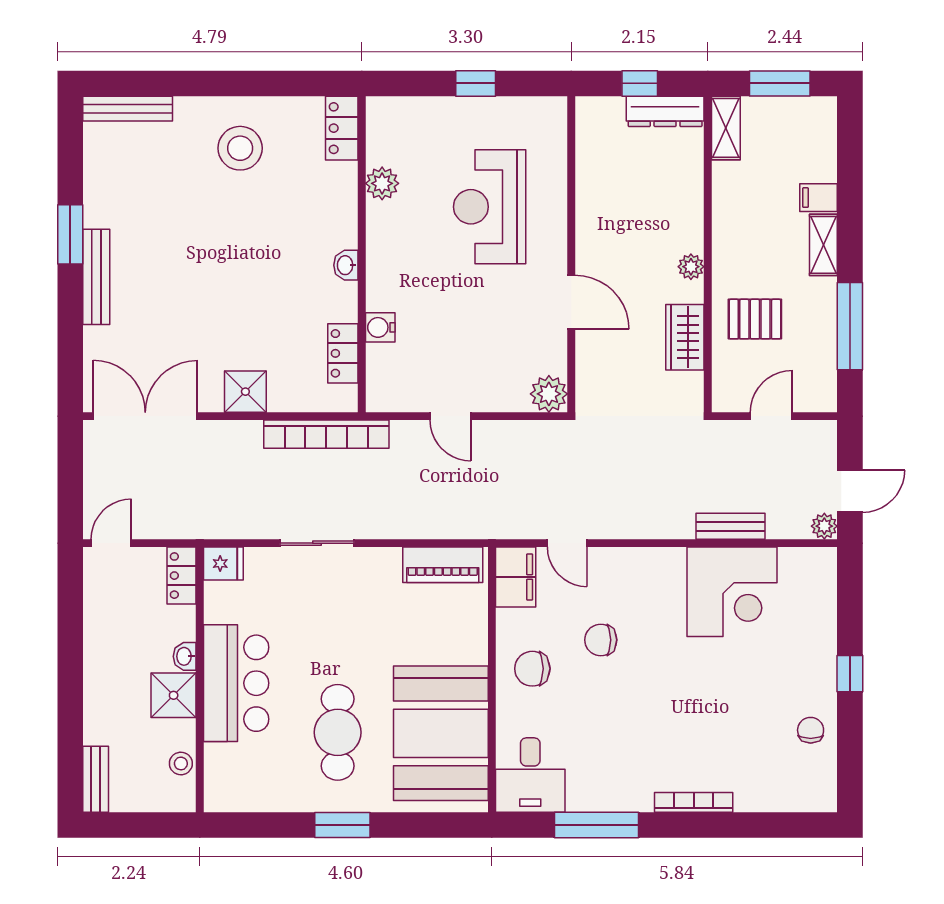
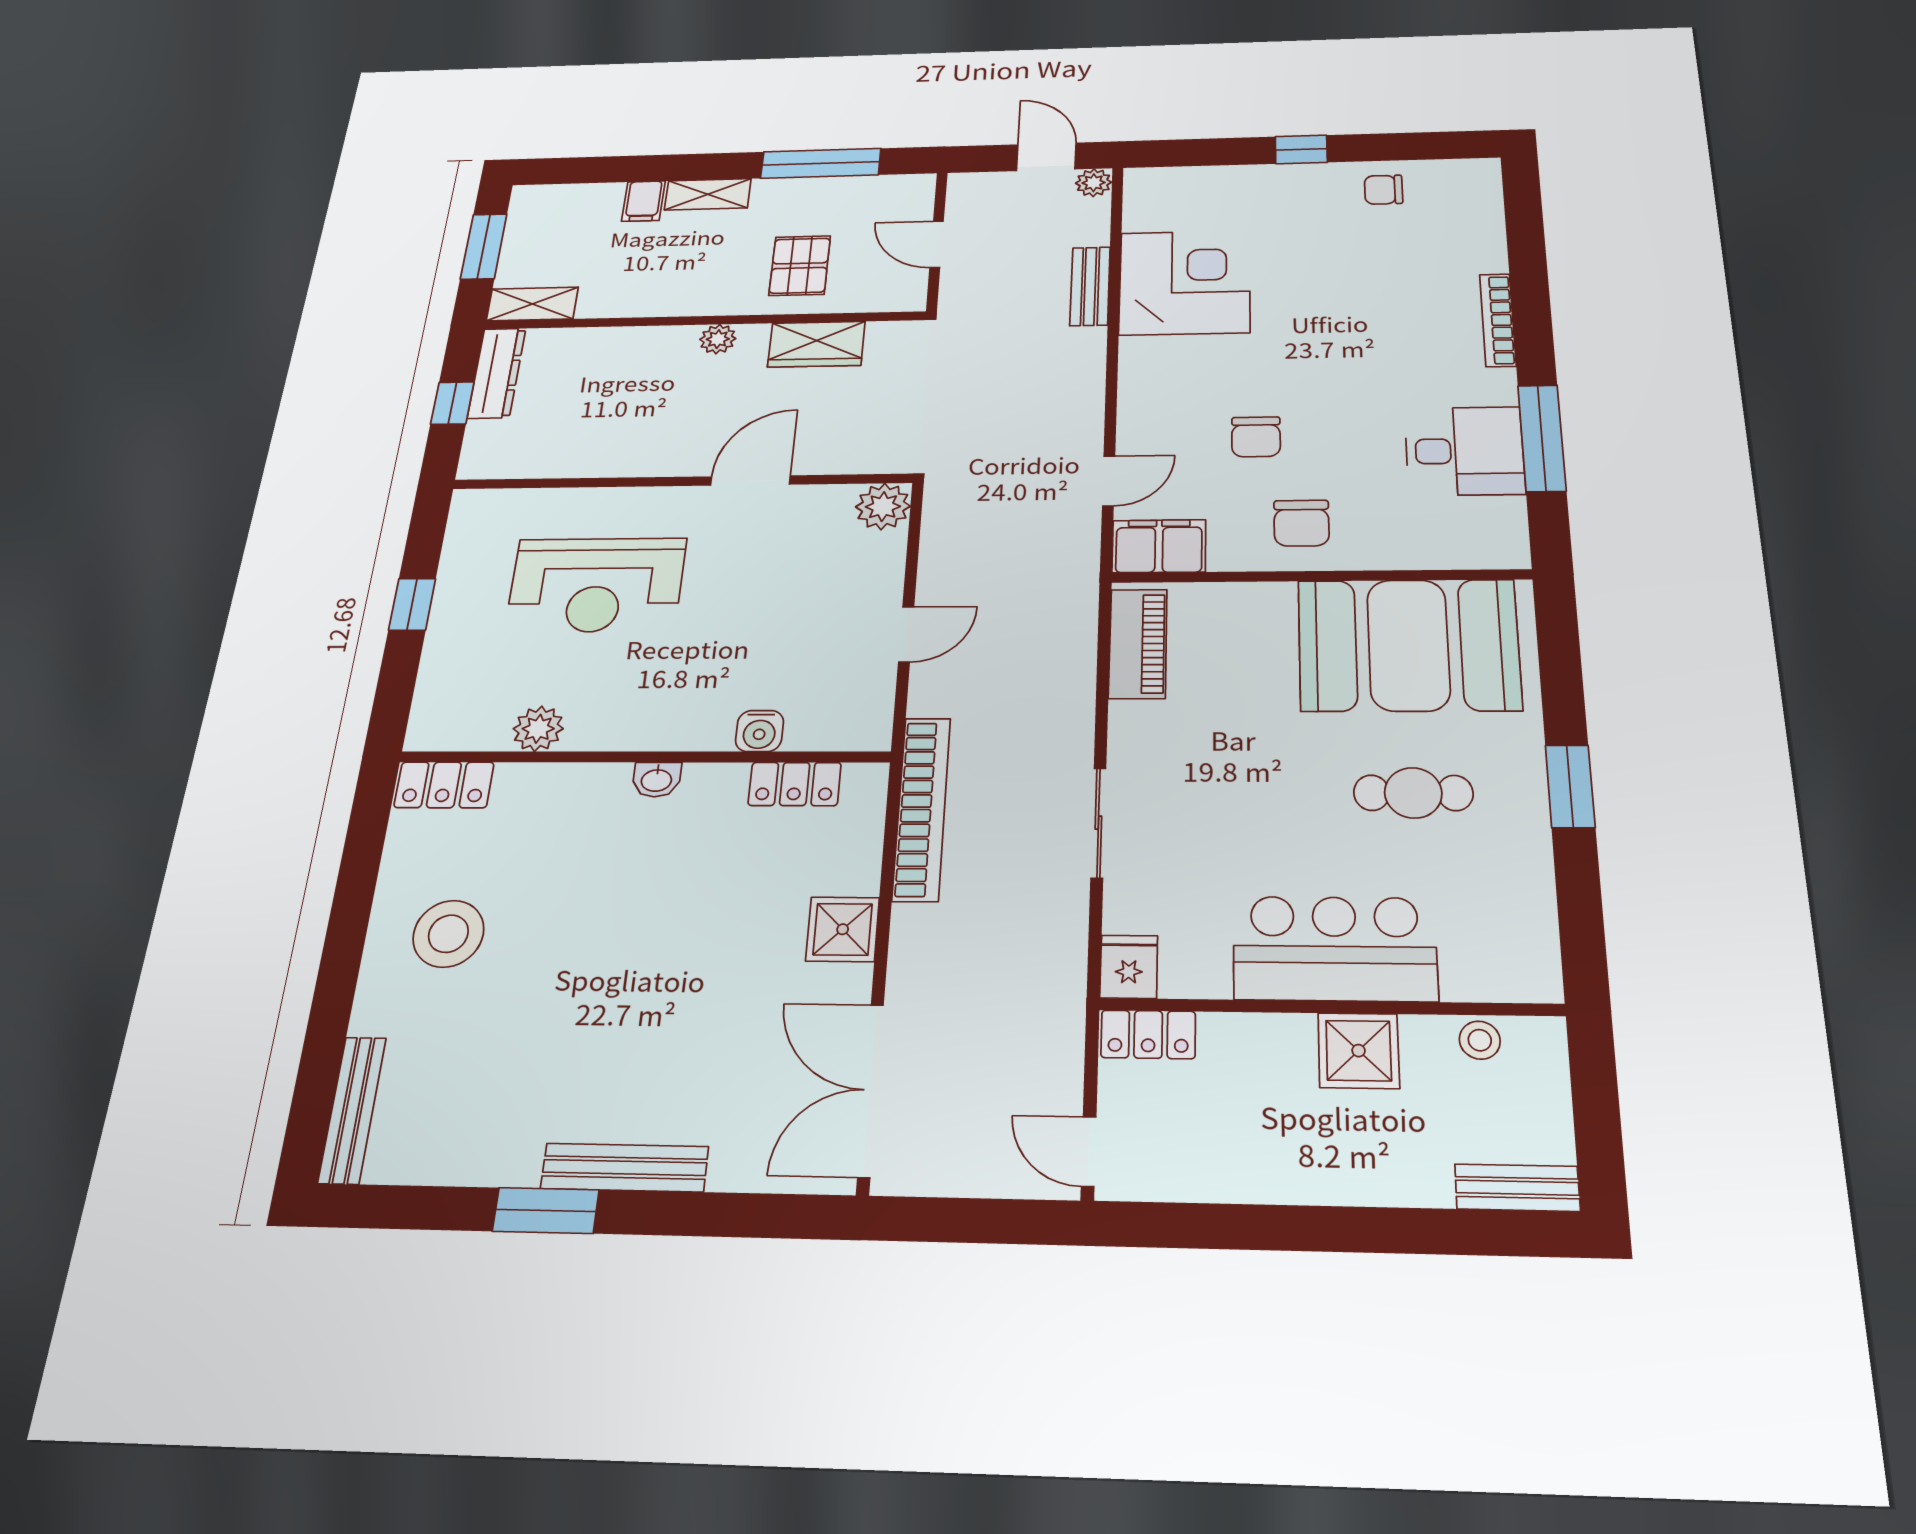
washbasin: (185, 656) -> (1289, 1031), removed
cafe table: (338, 732) -> (1413, 793), width x0.73, depth x0.74
desk: (530, 775) -> (1465, 451), moved

